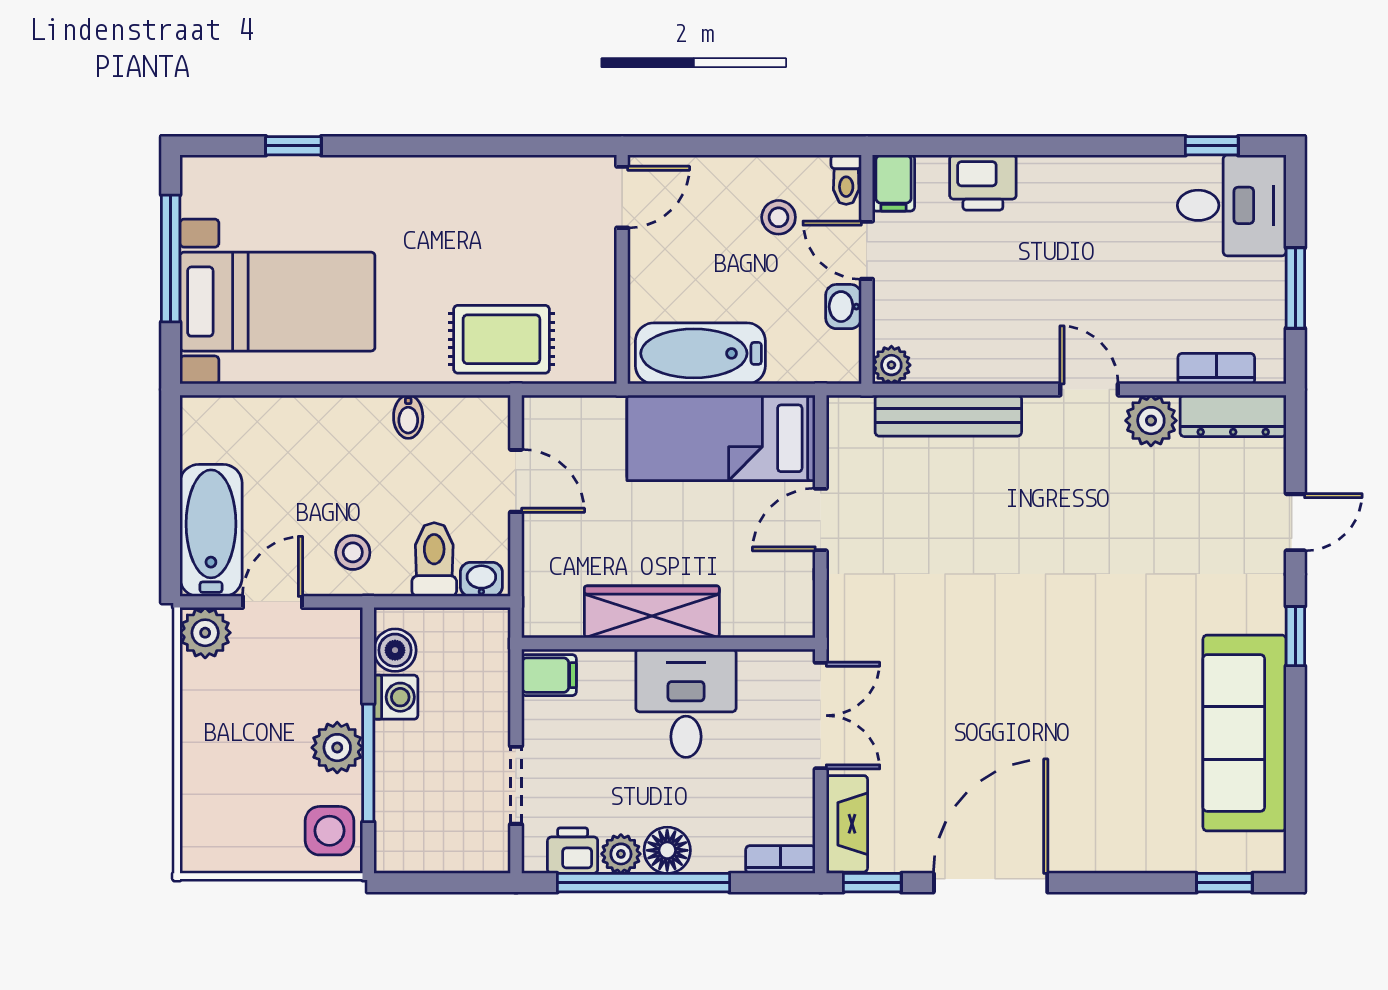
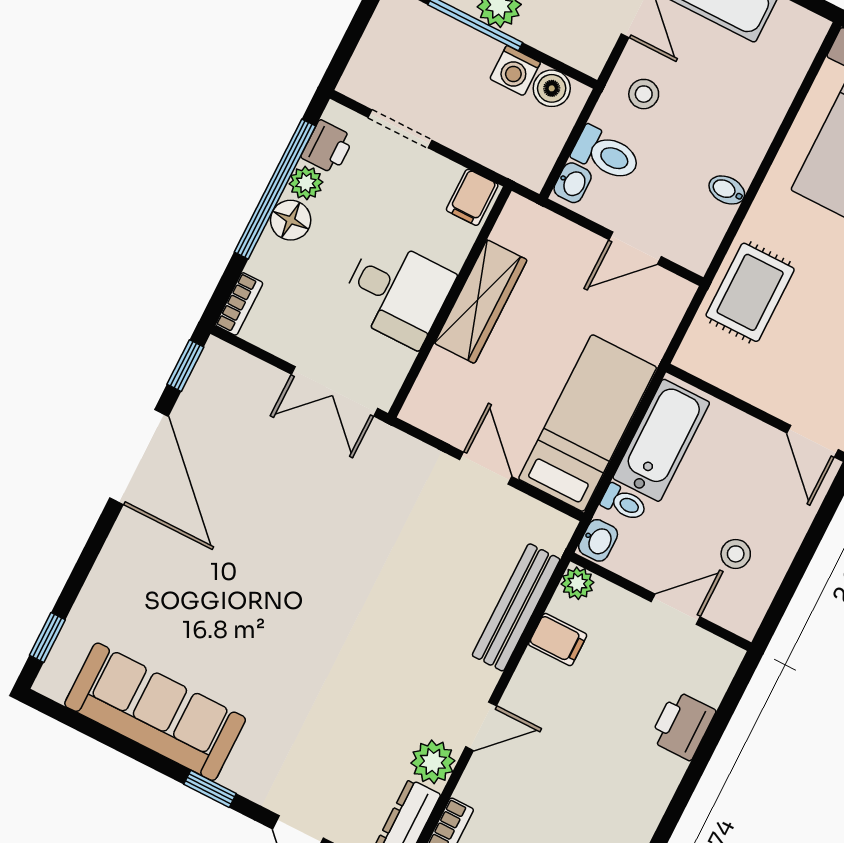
toilet: (846, 180) -> (624, 503), moved, turned 180
filing cabinet: (893, 183) -> (558, 640), moved, turned 180
washbasin: (844, 307) -> (598, 540), moved, turned 90
fireplace: (847, 824) -> (241, 369), removed

